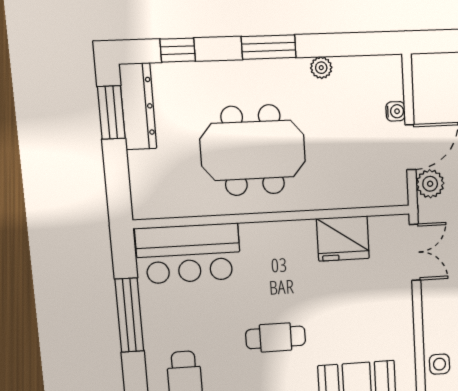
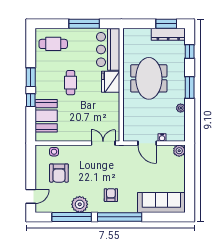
plant: (430, 184) -> (179, 151), moved
fridge: (343, 239) -> (111, 82), moved
double door: (415, 252) -> (103, 143), swing flipped

